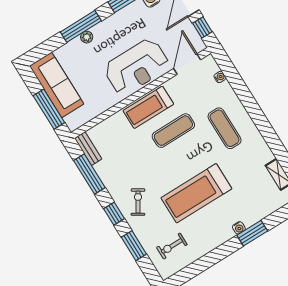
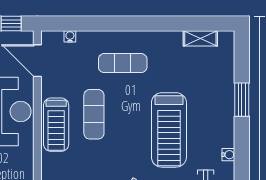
water cooler: (239, 228) -> (228, 155), moved

